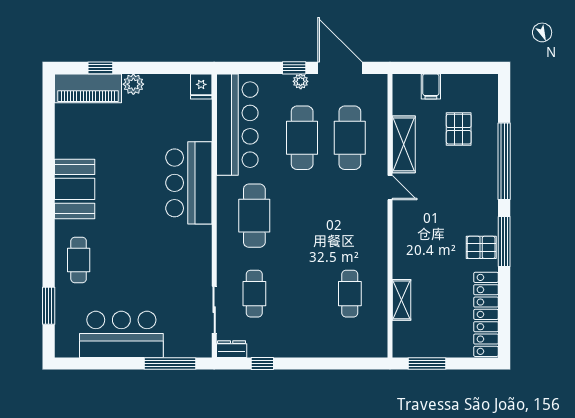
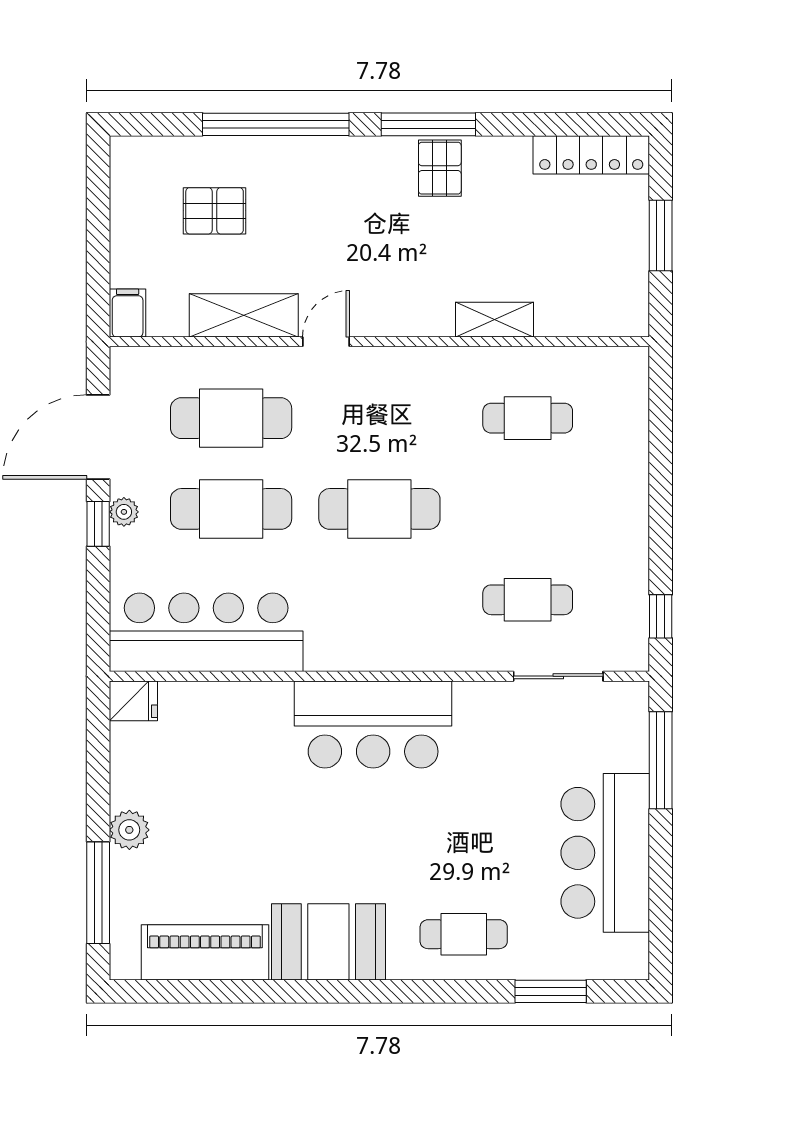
window: (100, 68) -> (98, 893), width x2.17
filing cabinet: (431, 87) -> (128, 313), moved, turned -90
piano: (88, 88) -> (205, 952), moved, turned -90
bar counter: (189, 183) -> (373, 724), moved
cafe table: (254, 216) -> (379, 509), moved
shelving: (402, 300) -> (494, 320), moved
locker: (486, 314) -> (591, 155), width x0.71, depth x0.83
dresser: (232, 349) -> (633, 643), removed
window: (262, 363) -> (661, 616), moved
window: (427, 363) -> (661, 236), moved

